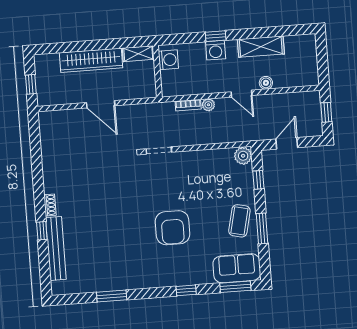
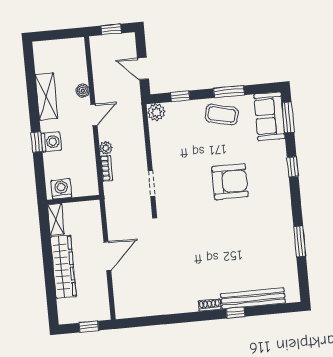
doorway: (159, 151) -> (151, 183), moved

